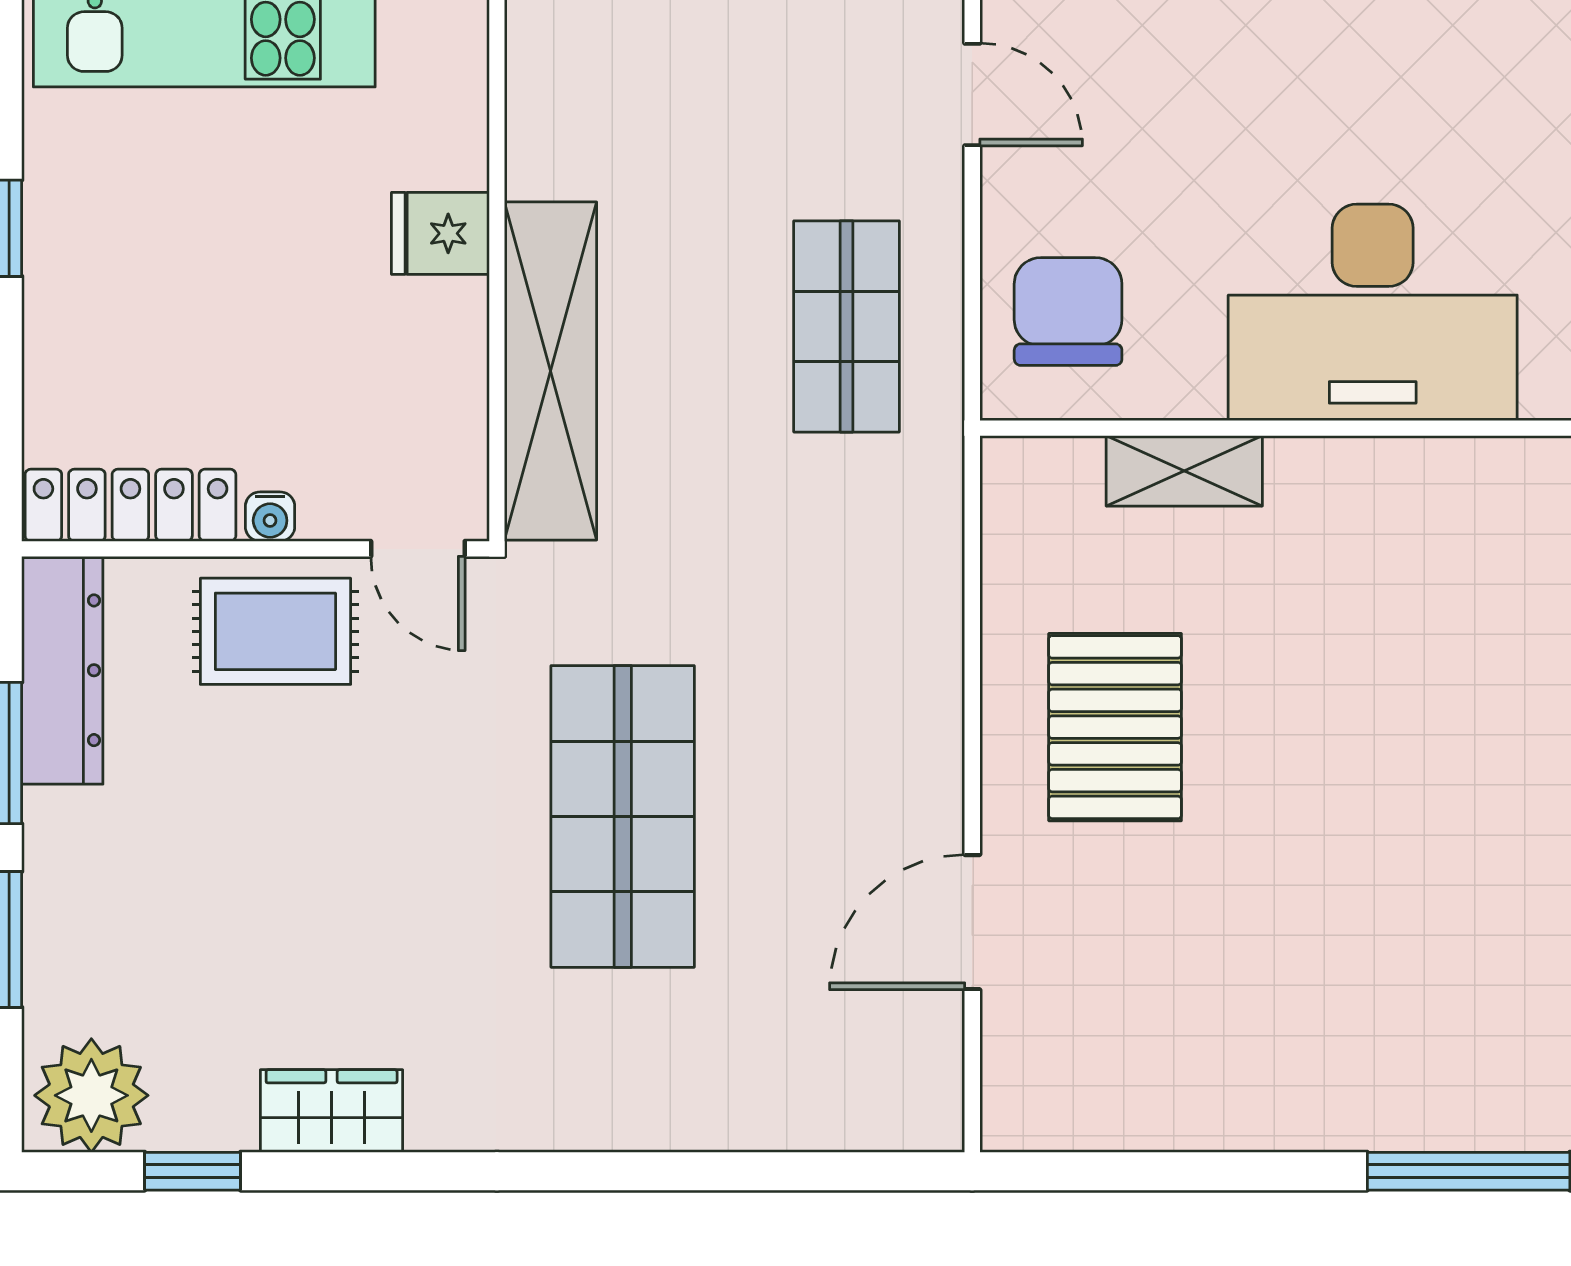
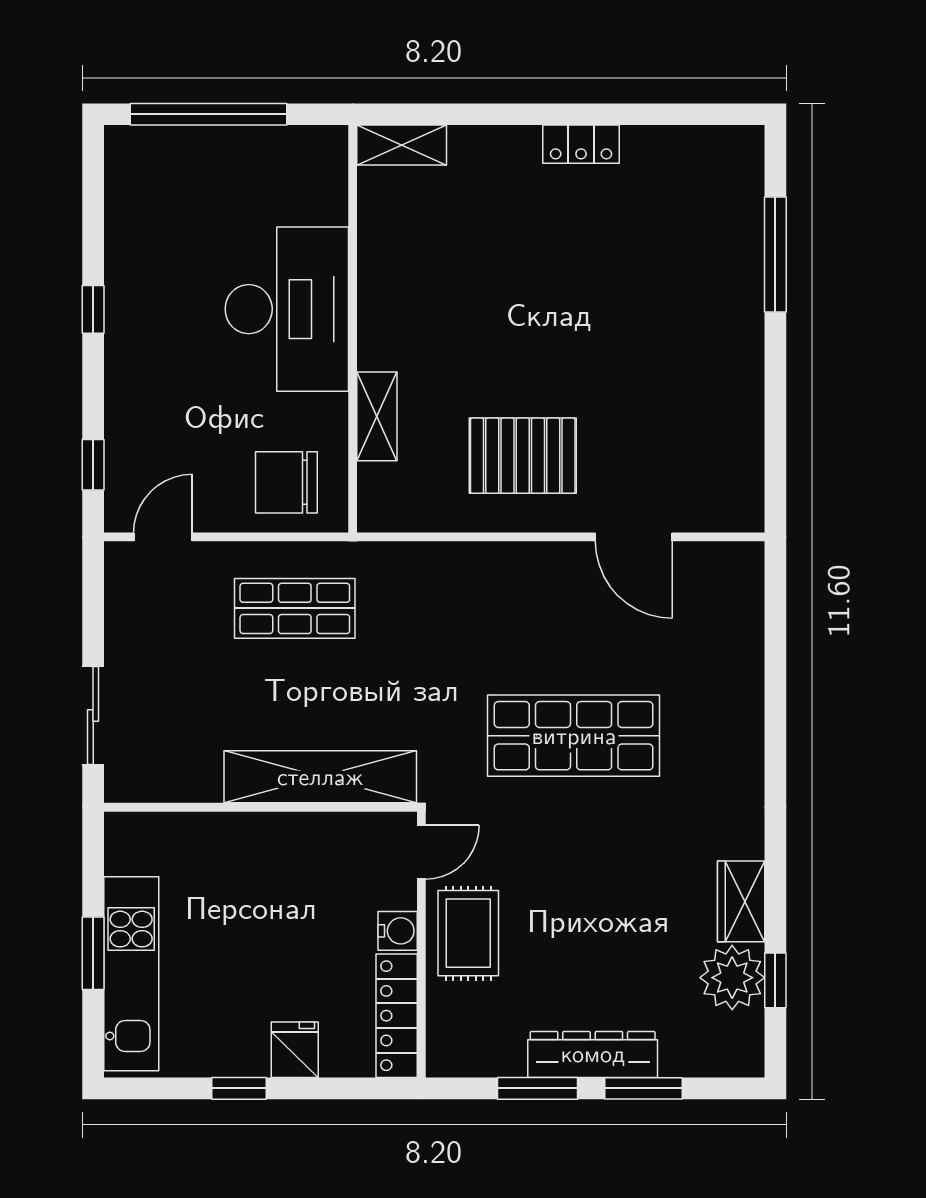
fridge: (440, 233) -> (295, 1050), moved, turned 180
water cooler: (270, 517) -> (398, 931), width x1.38, depth x1.38
dresser: (62, 670) -> (593, 1054), moved
plant: (91, 1095) -> (732, 978), moved

